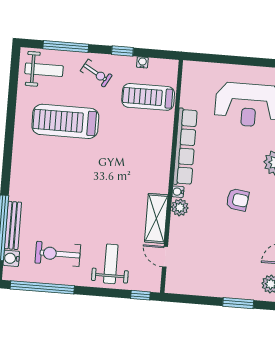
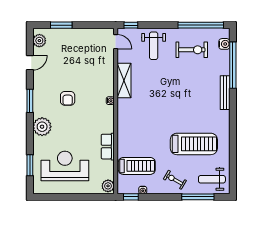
window: (122, 51) -> (131, 197), moved
row of seats: (185, 147) -> (108, 147), width x0.50
armchair: (238, 200) -> (68, 98), turned -98
plant: (180, 207) -> (108, 186), moved
bench: (13, 225) -> (225, 93), moved
door: (165, 257) -> (116, 42), moved

